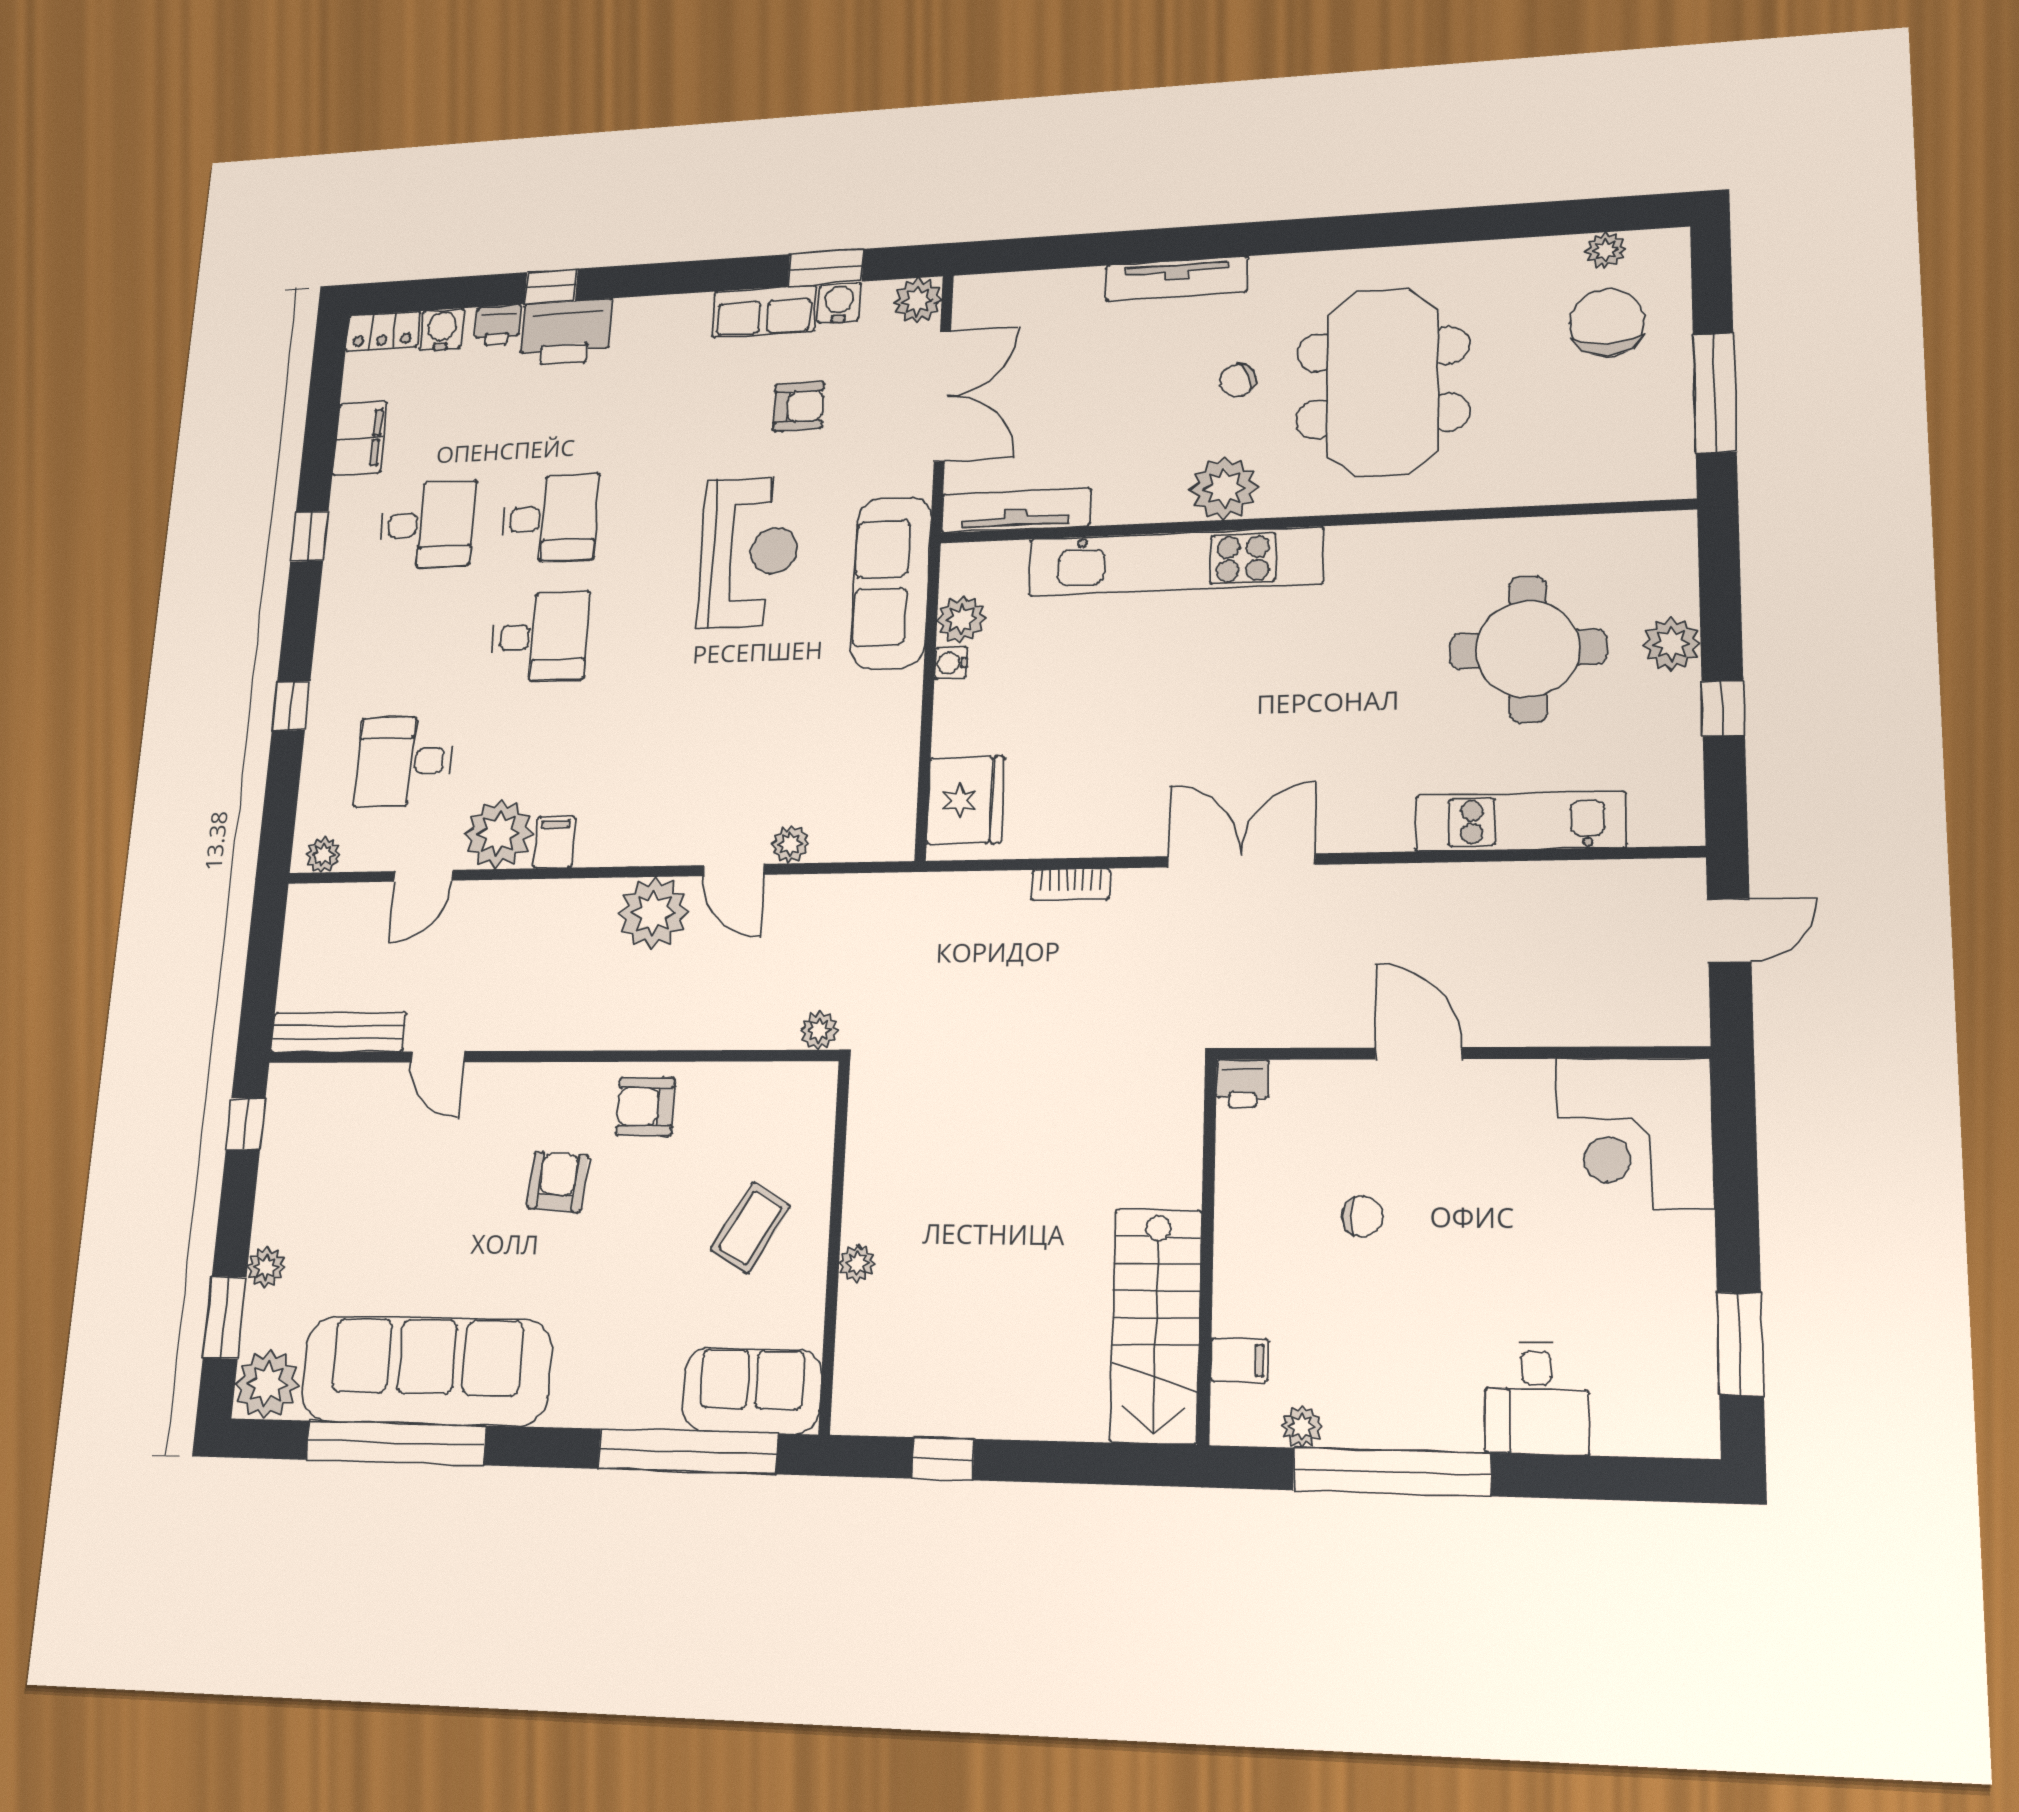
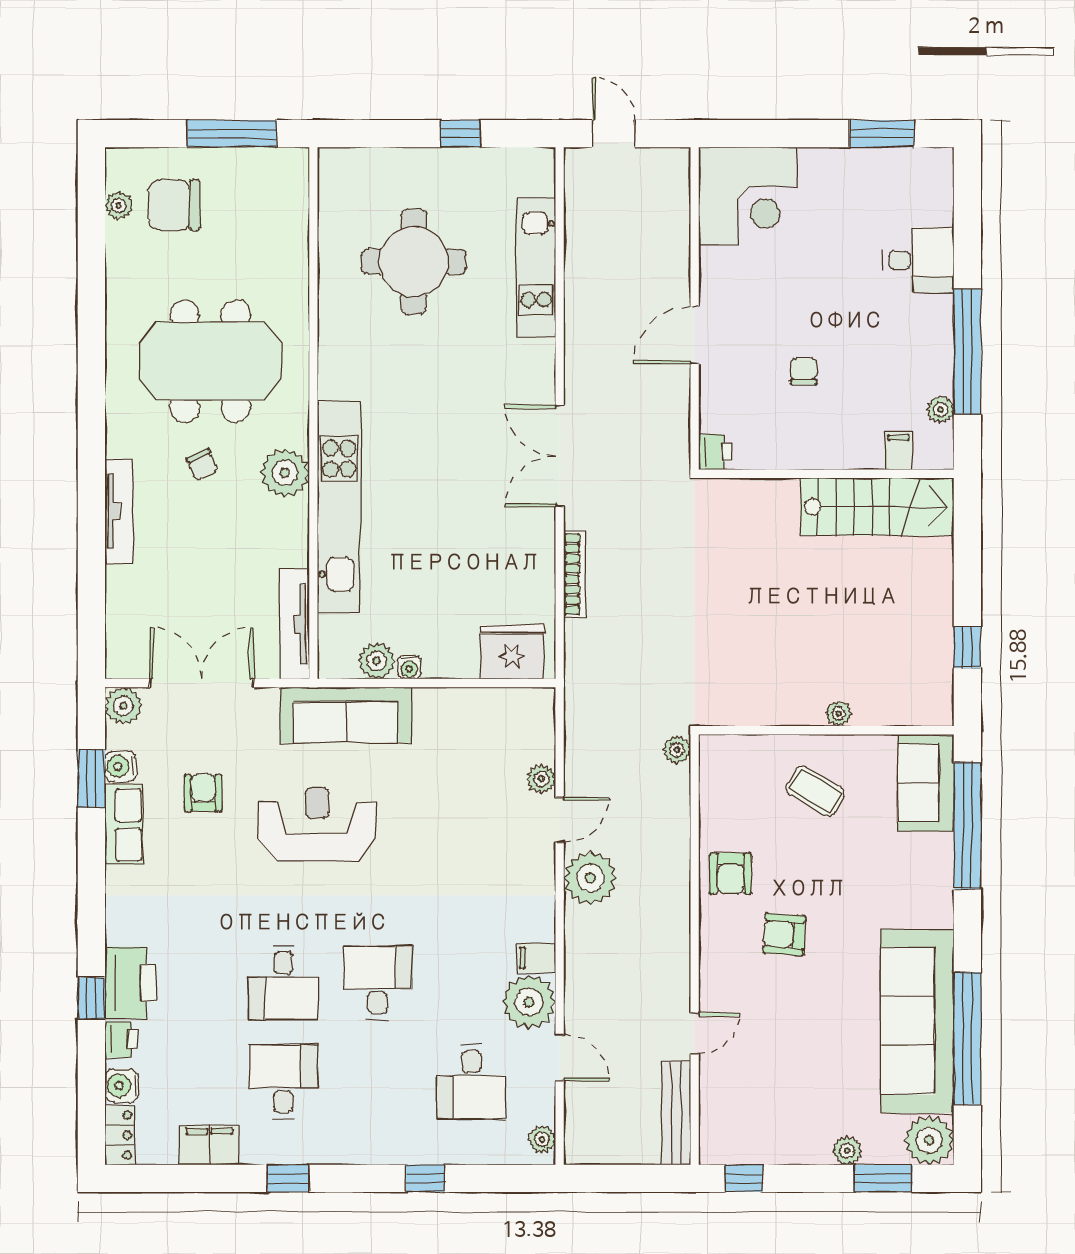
desk: (550, 518) -> (283, 983), turned 180
plant: (1671, 644) -> (414, 166), removed
bookcase: (1071, 885) -> (575, 574), width x1.56

